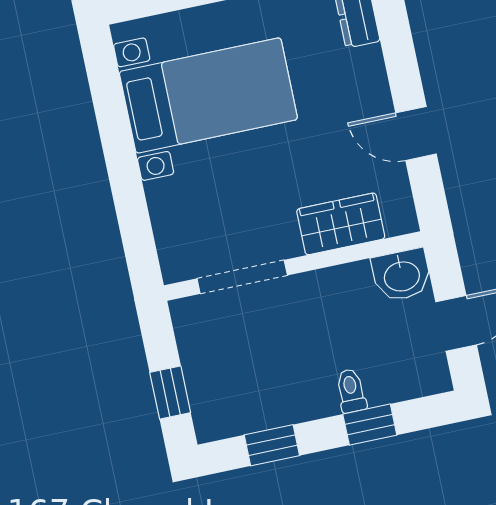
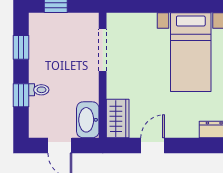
wardrobe: (341, 224) -> (118, 119), moved
washbasin: (402, 275) -> (88, 120), width x1.38

